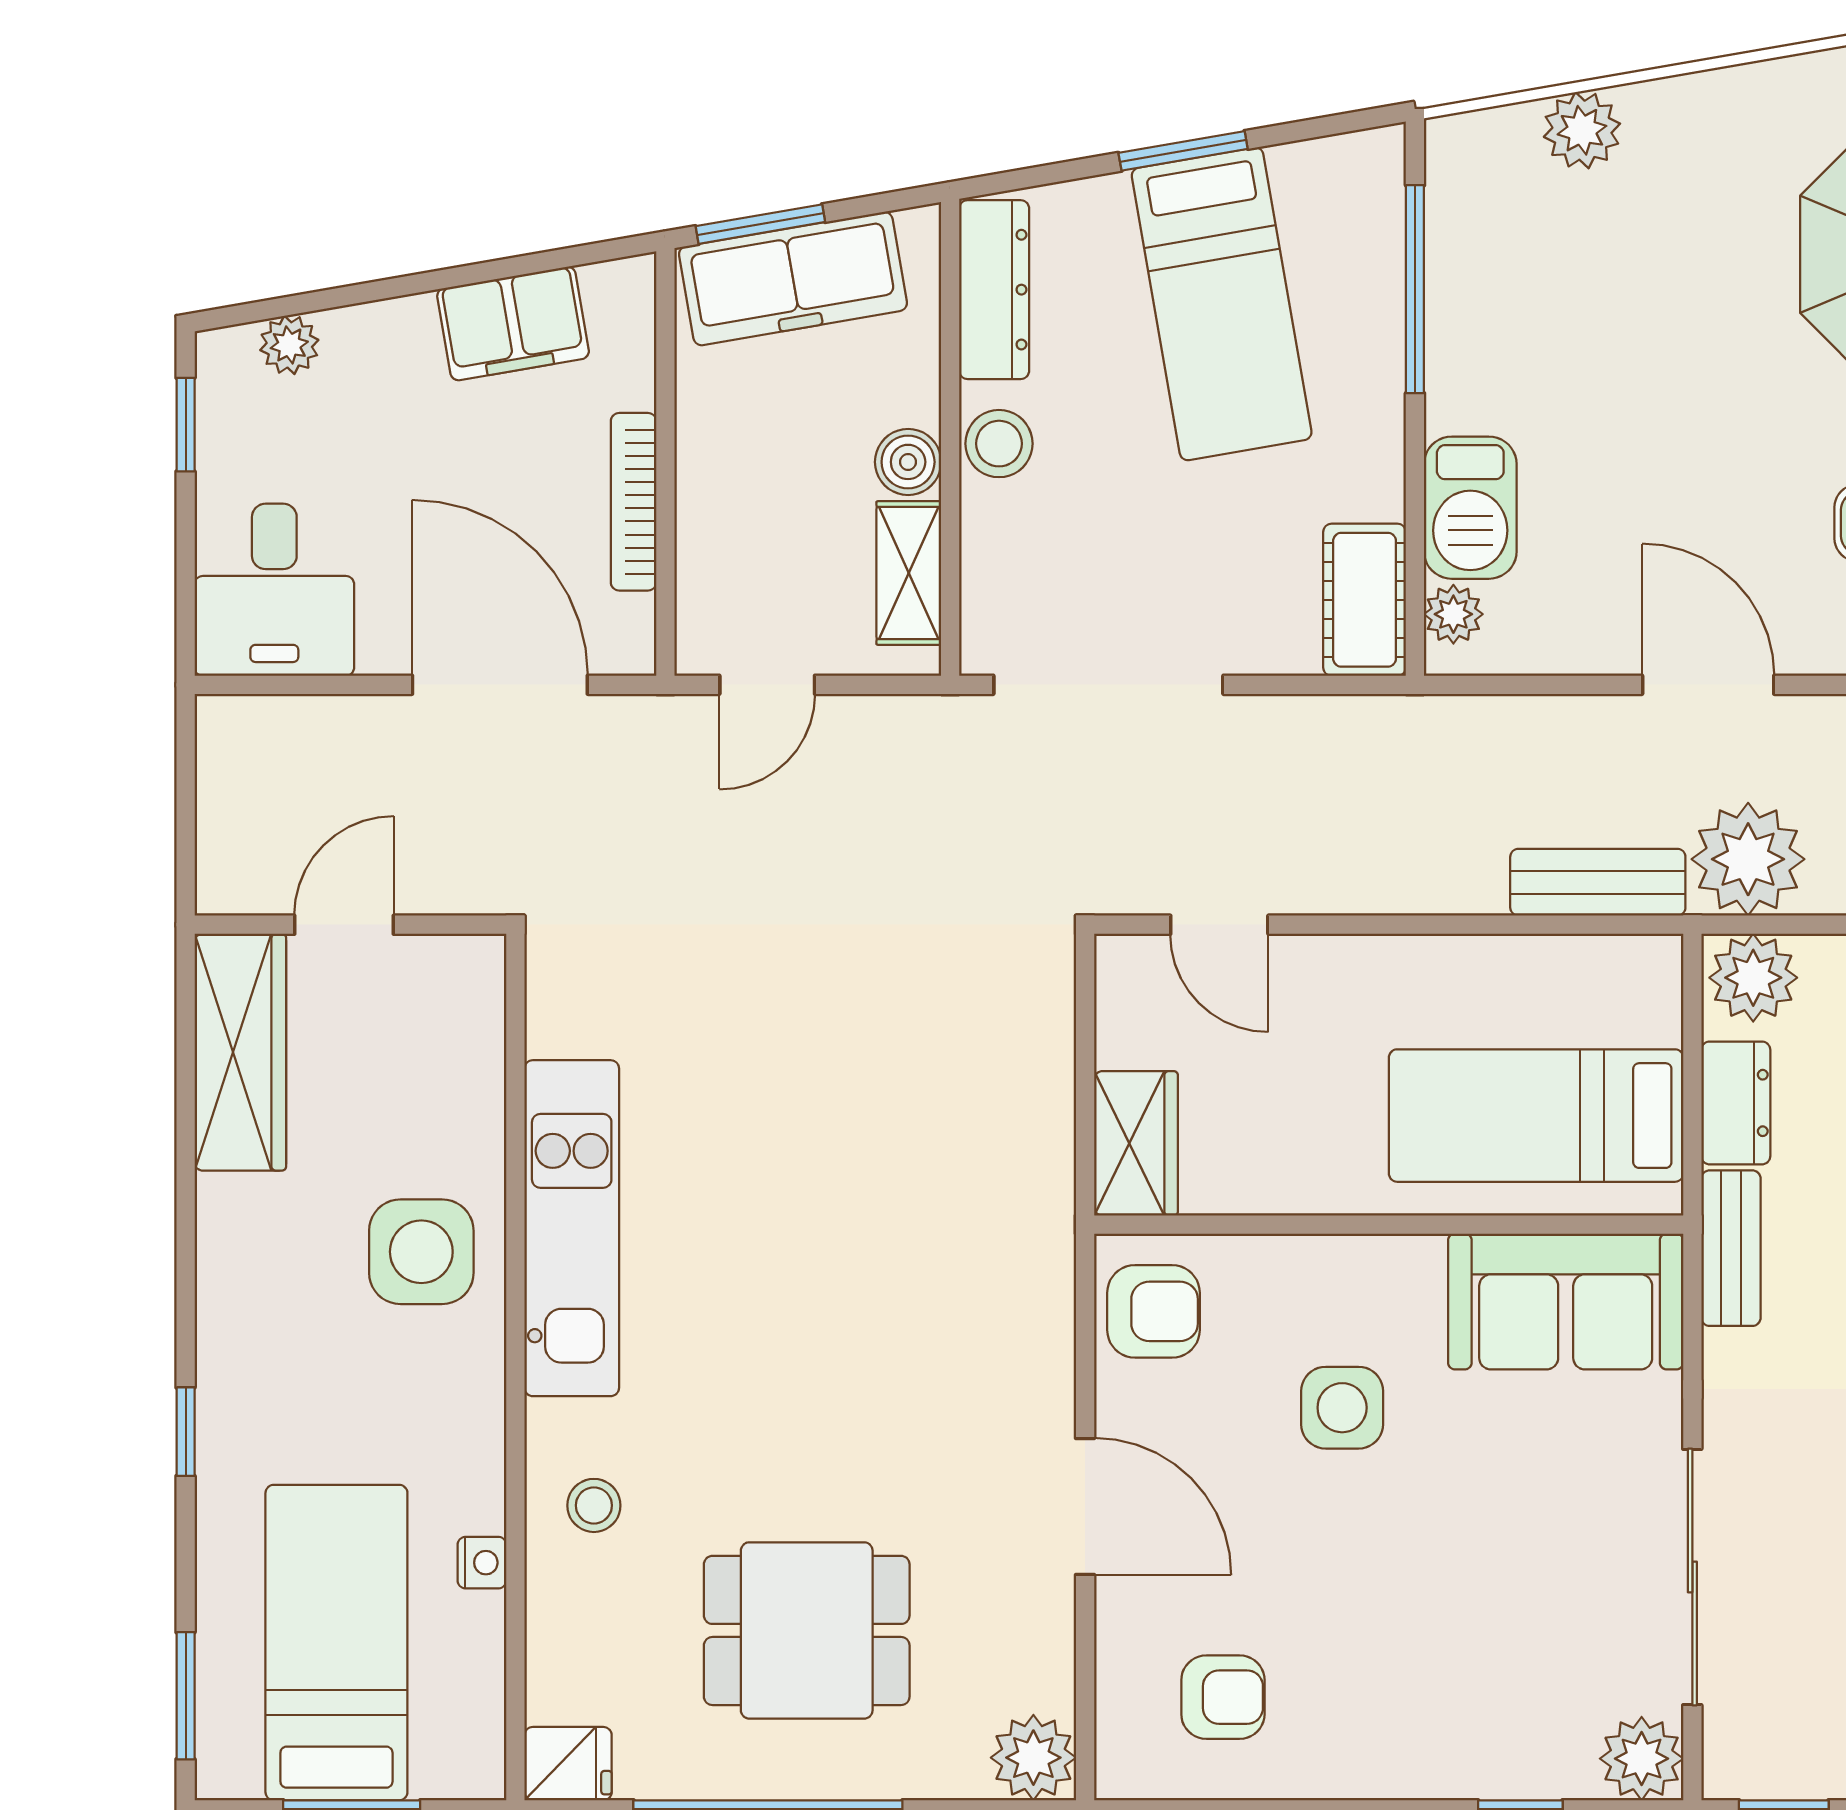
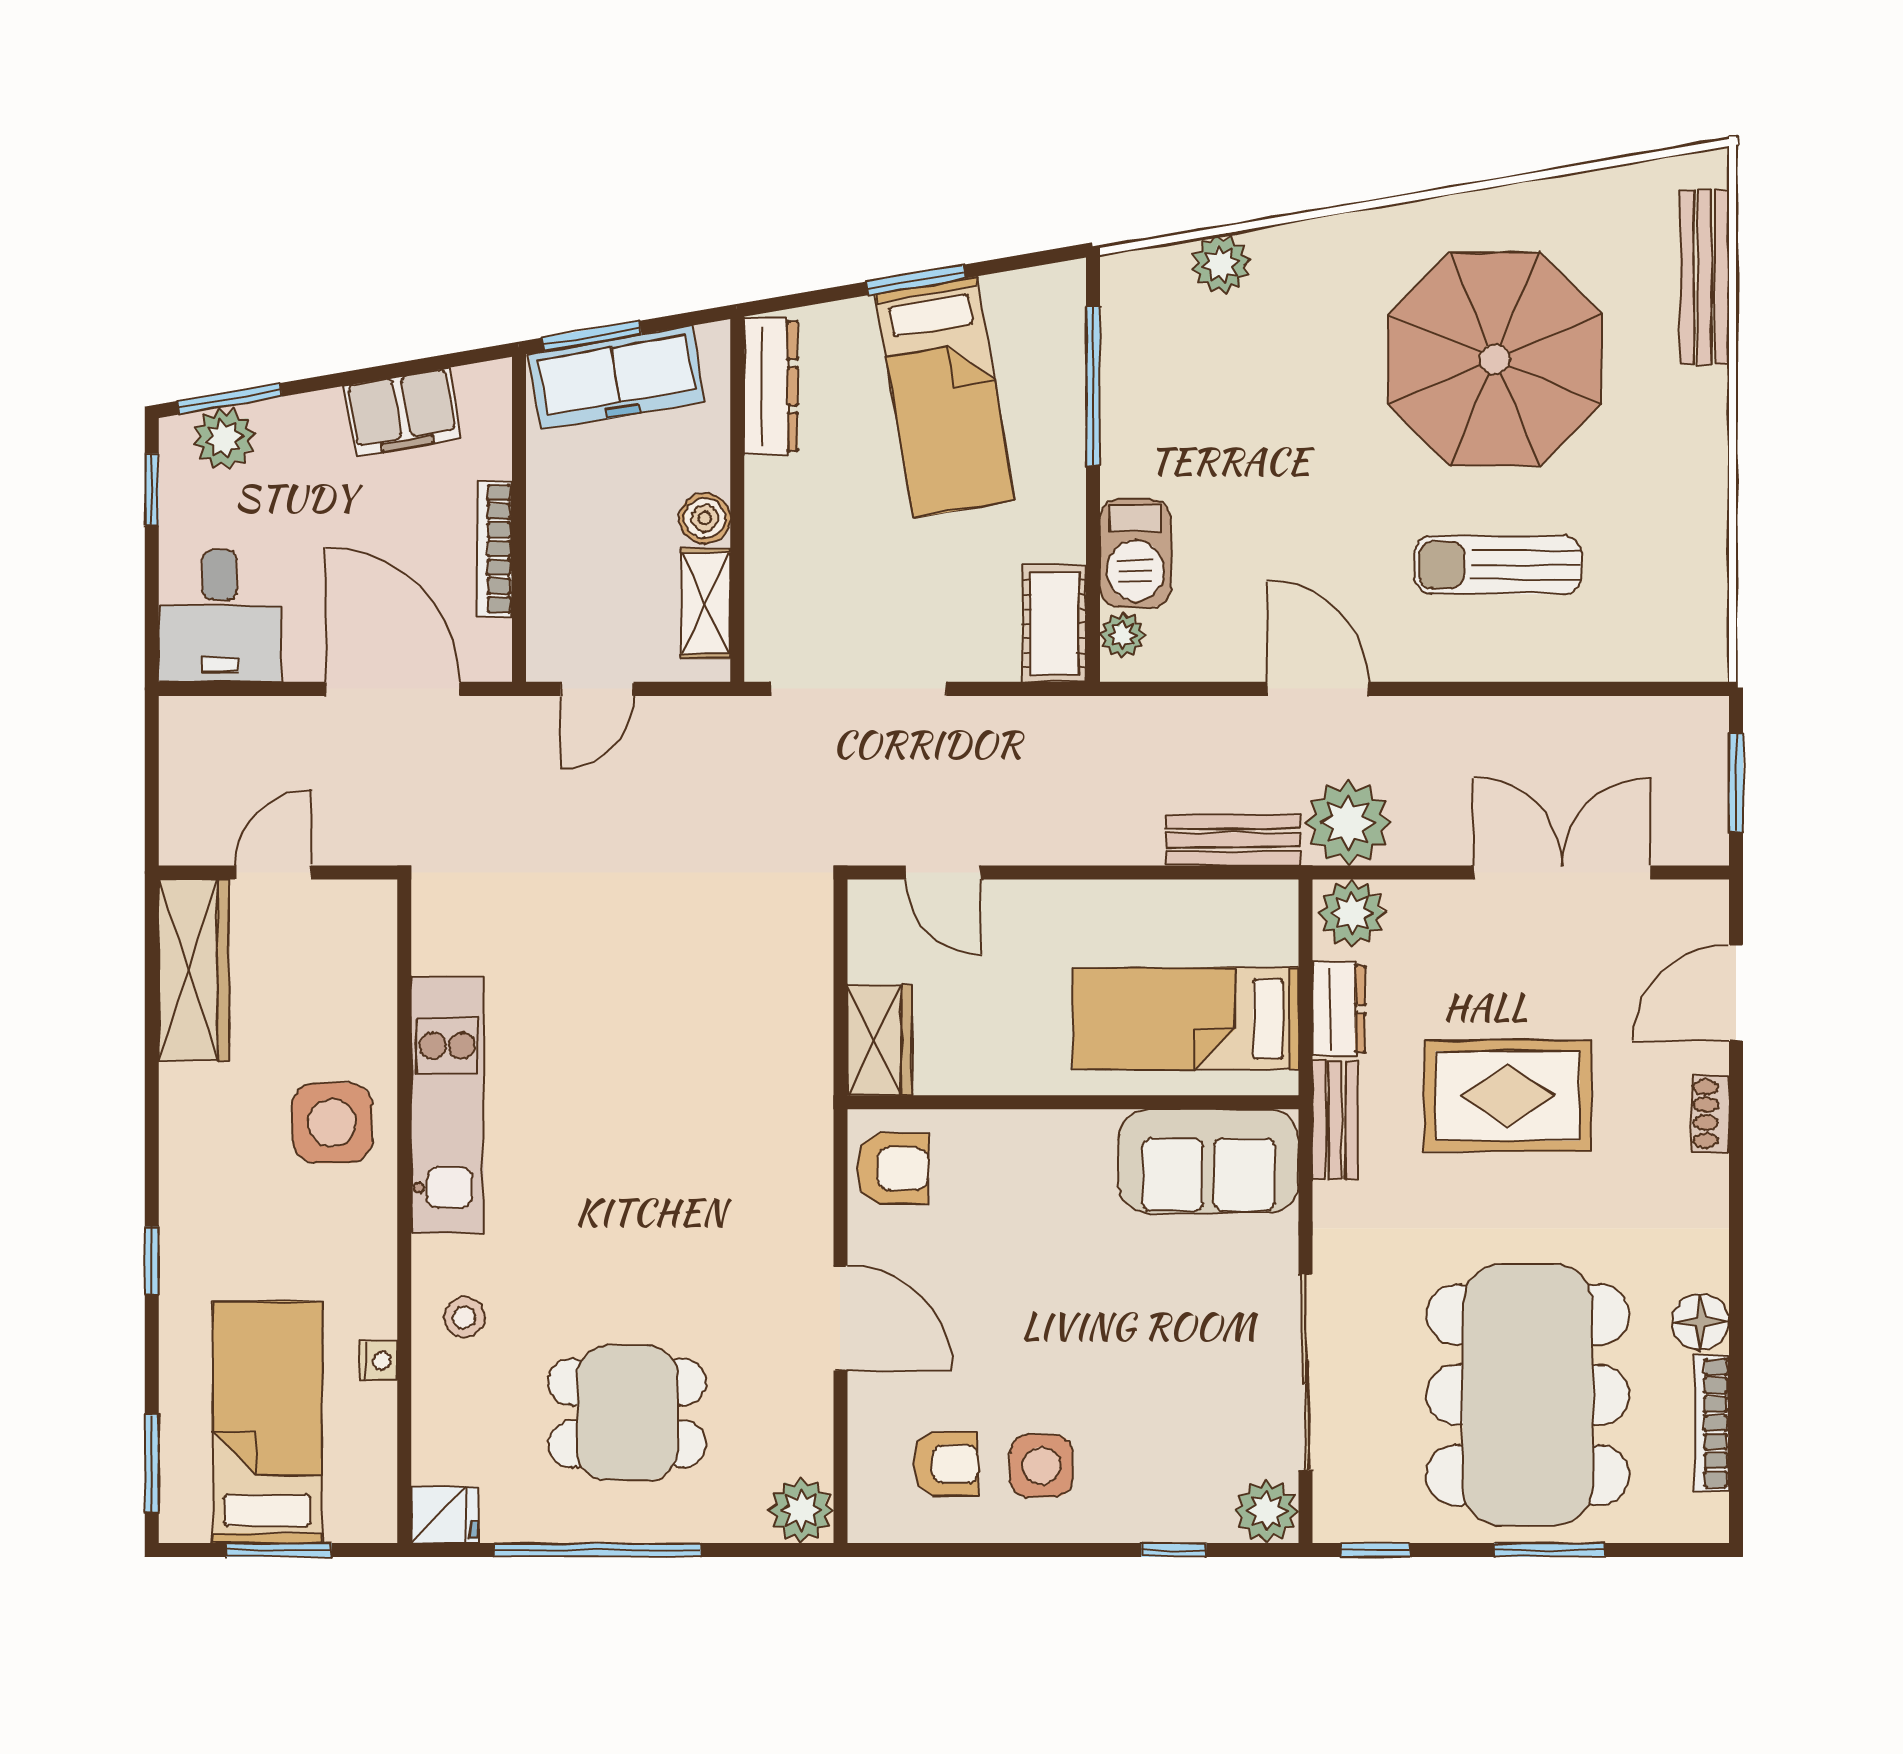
window: (287, 306) -> (230, 399), added
plant: (289, 345) -> (224, 438), width x1.38, depth x1.38
stool: (999, 444) -> (775, 504), removed
side table: (1342, 1408) -> (1041, 1466), moved

